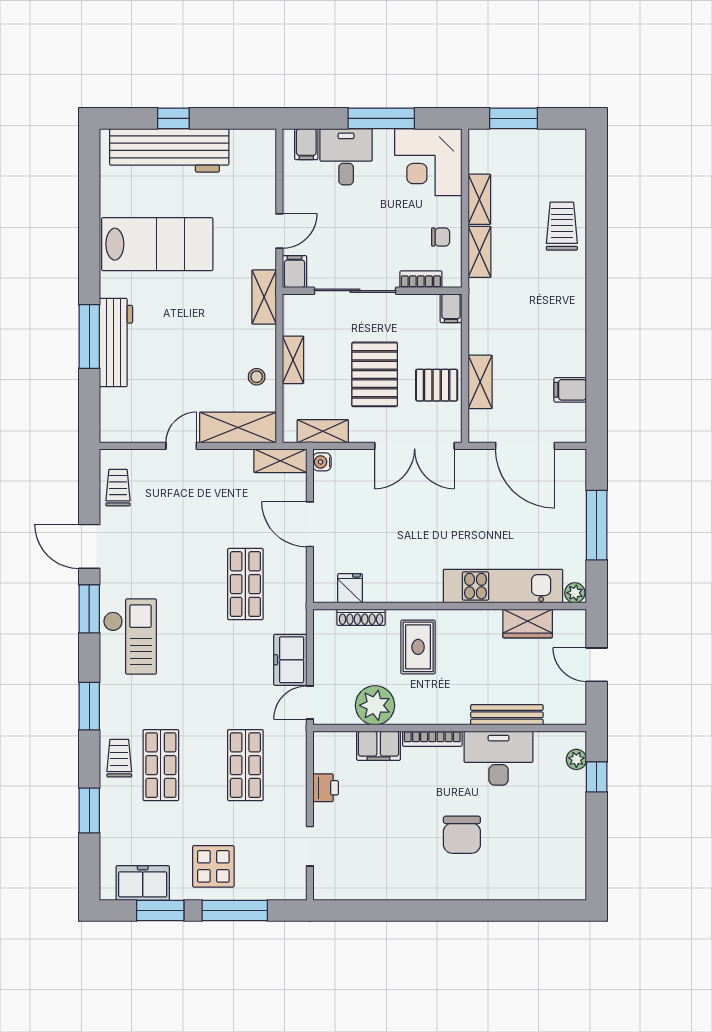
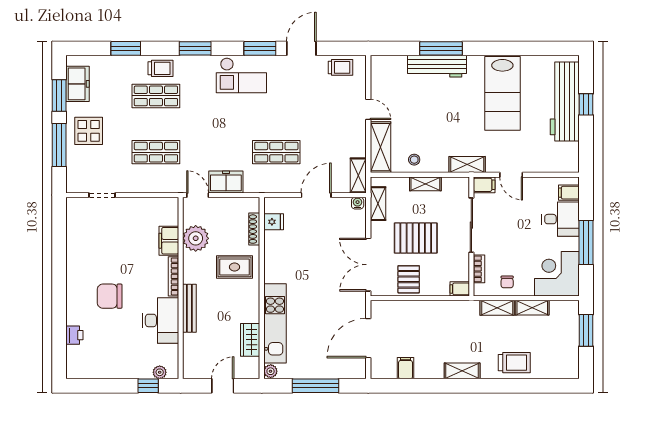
shelving: (480, 382) -> (462, 371), moved
bench: (507, 715) -> (189, 308), moved
printer: (326, 788) -> (74, 335), moved, turned -90

